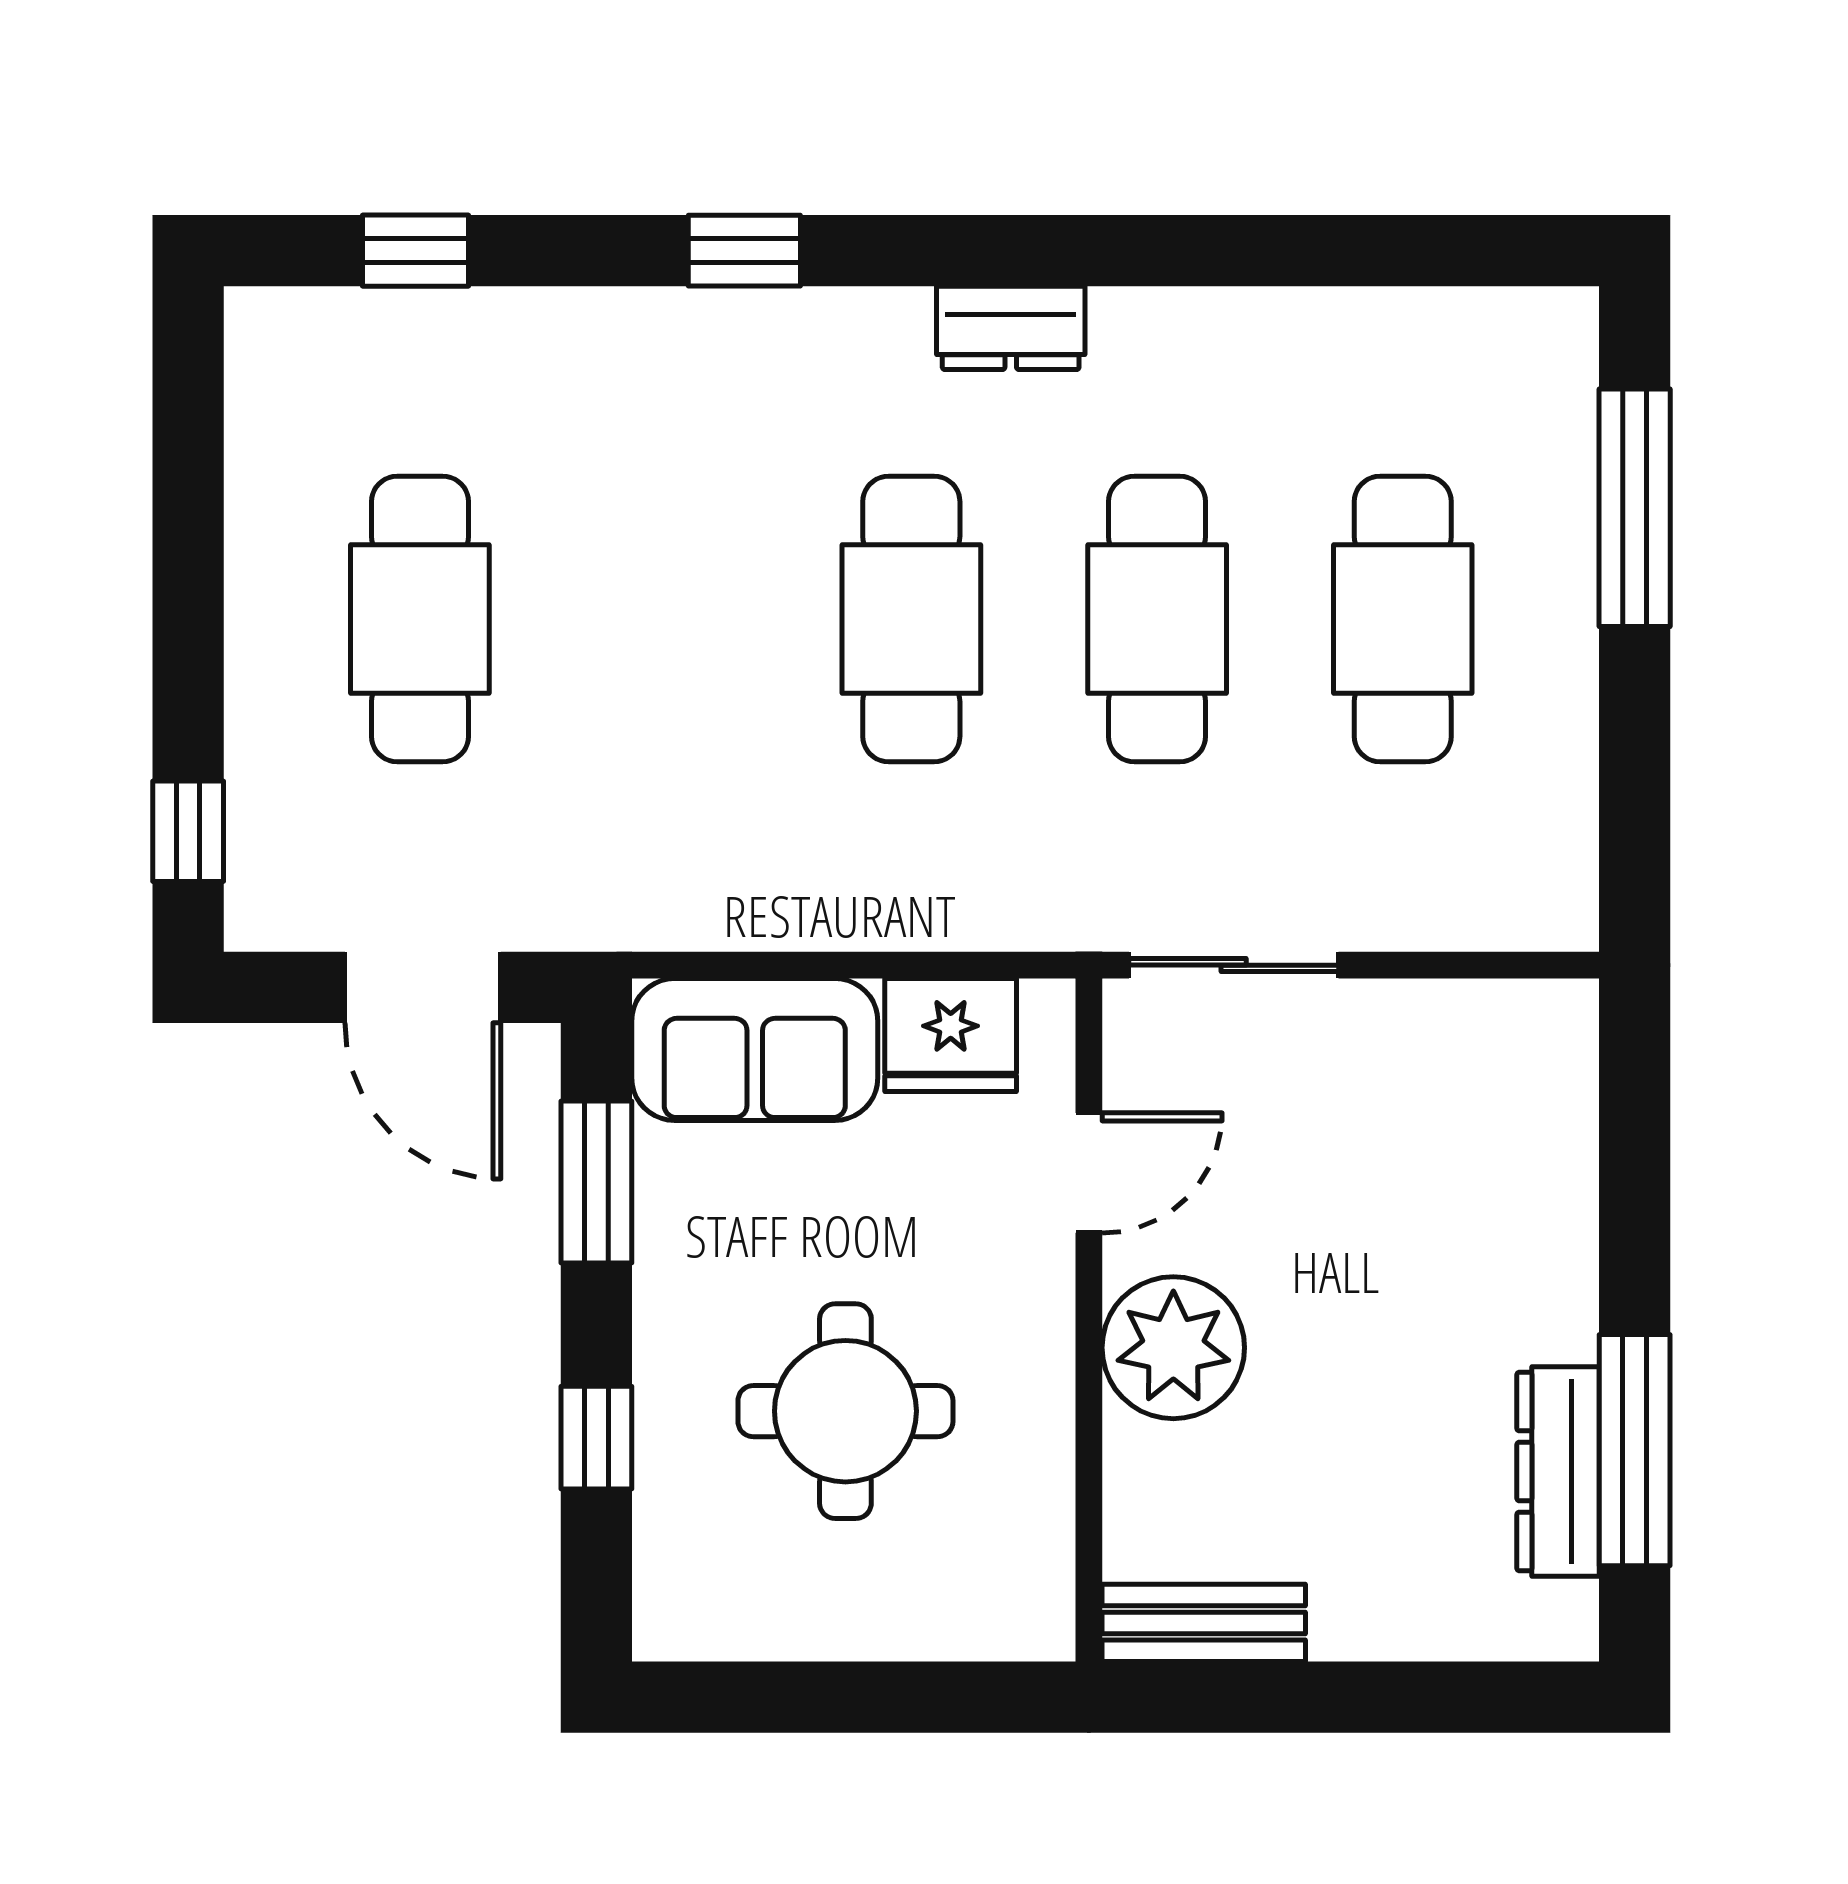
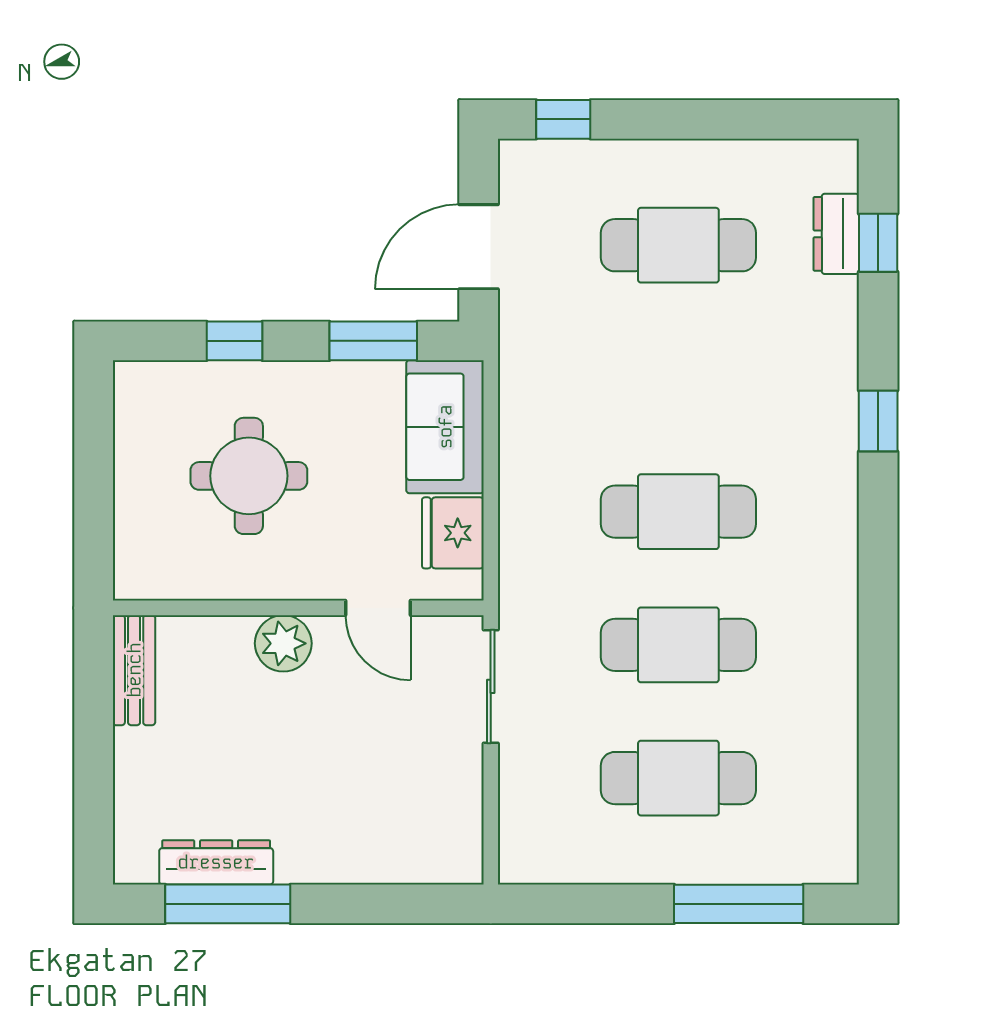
dresser: (1011, 328) -> (836, 234), moved
plant: (1173, 1348) -> (283, 643), width x0.73, depth x0.73

